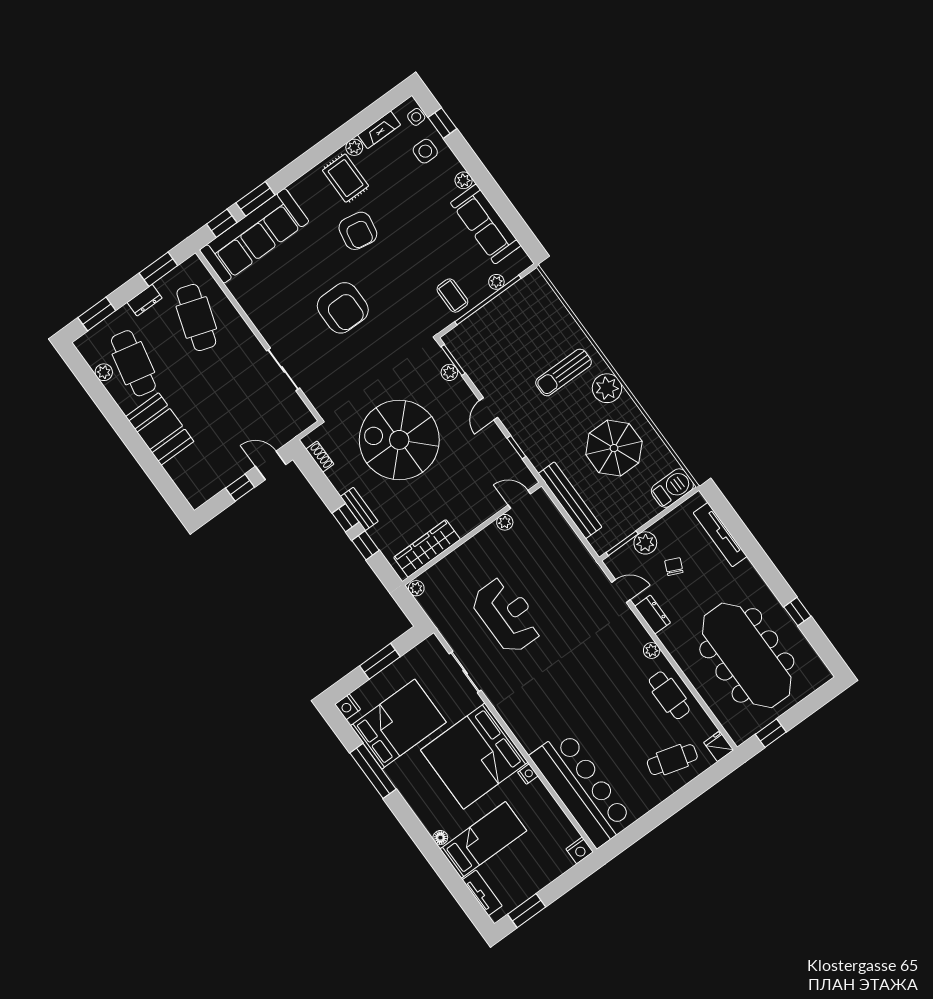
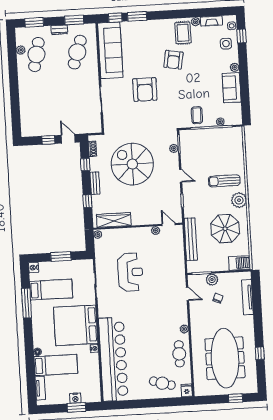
sofa: (486, 224) -> (232, 88), width x0.73
sofa: (254, 236) -> (110, 50), moved, turned -90
door: (489, 409) -> (181, 176), swing flipped
booth: (160, 429) -> (29, 91), removed
window: (345, 518) -> (85, 165), moved
dresser: (653, 615) -> (195, 313), removed
bed: (398, 724) -> (51, 290), width x0.67
window: (771, 733) -> (235, 398), moved
bar counter: (582, 789) -> (113, 359), width x1.36
nightstand: (580, 850) -> (75, 398), moved
window: (527, 911) -> (77, 407), moved

